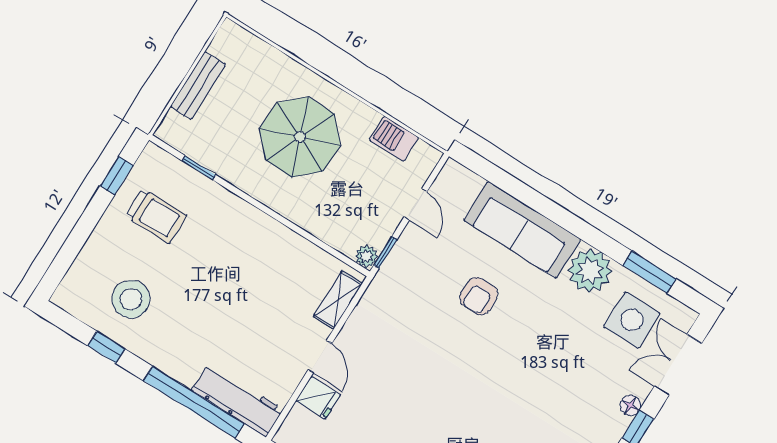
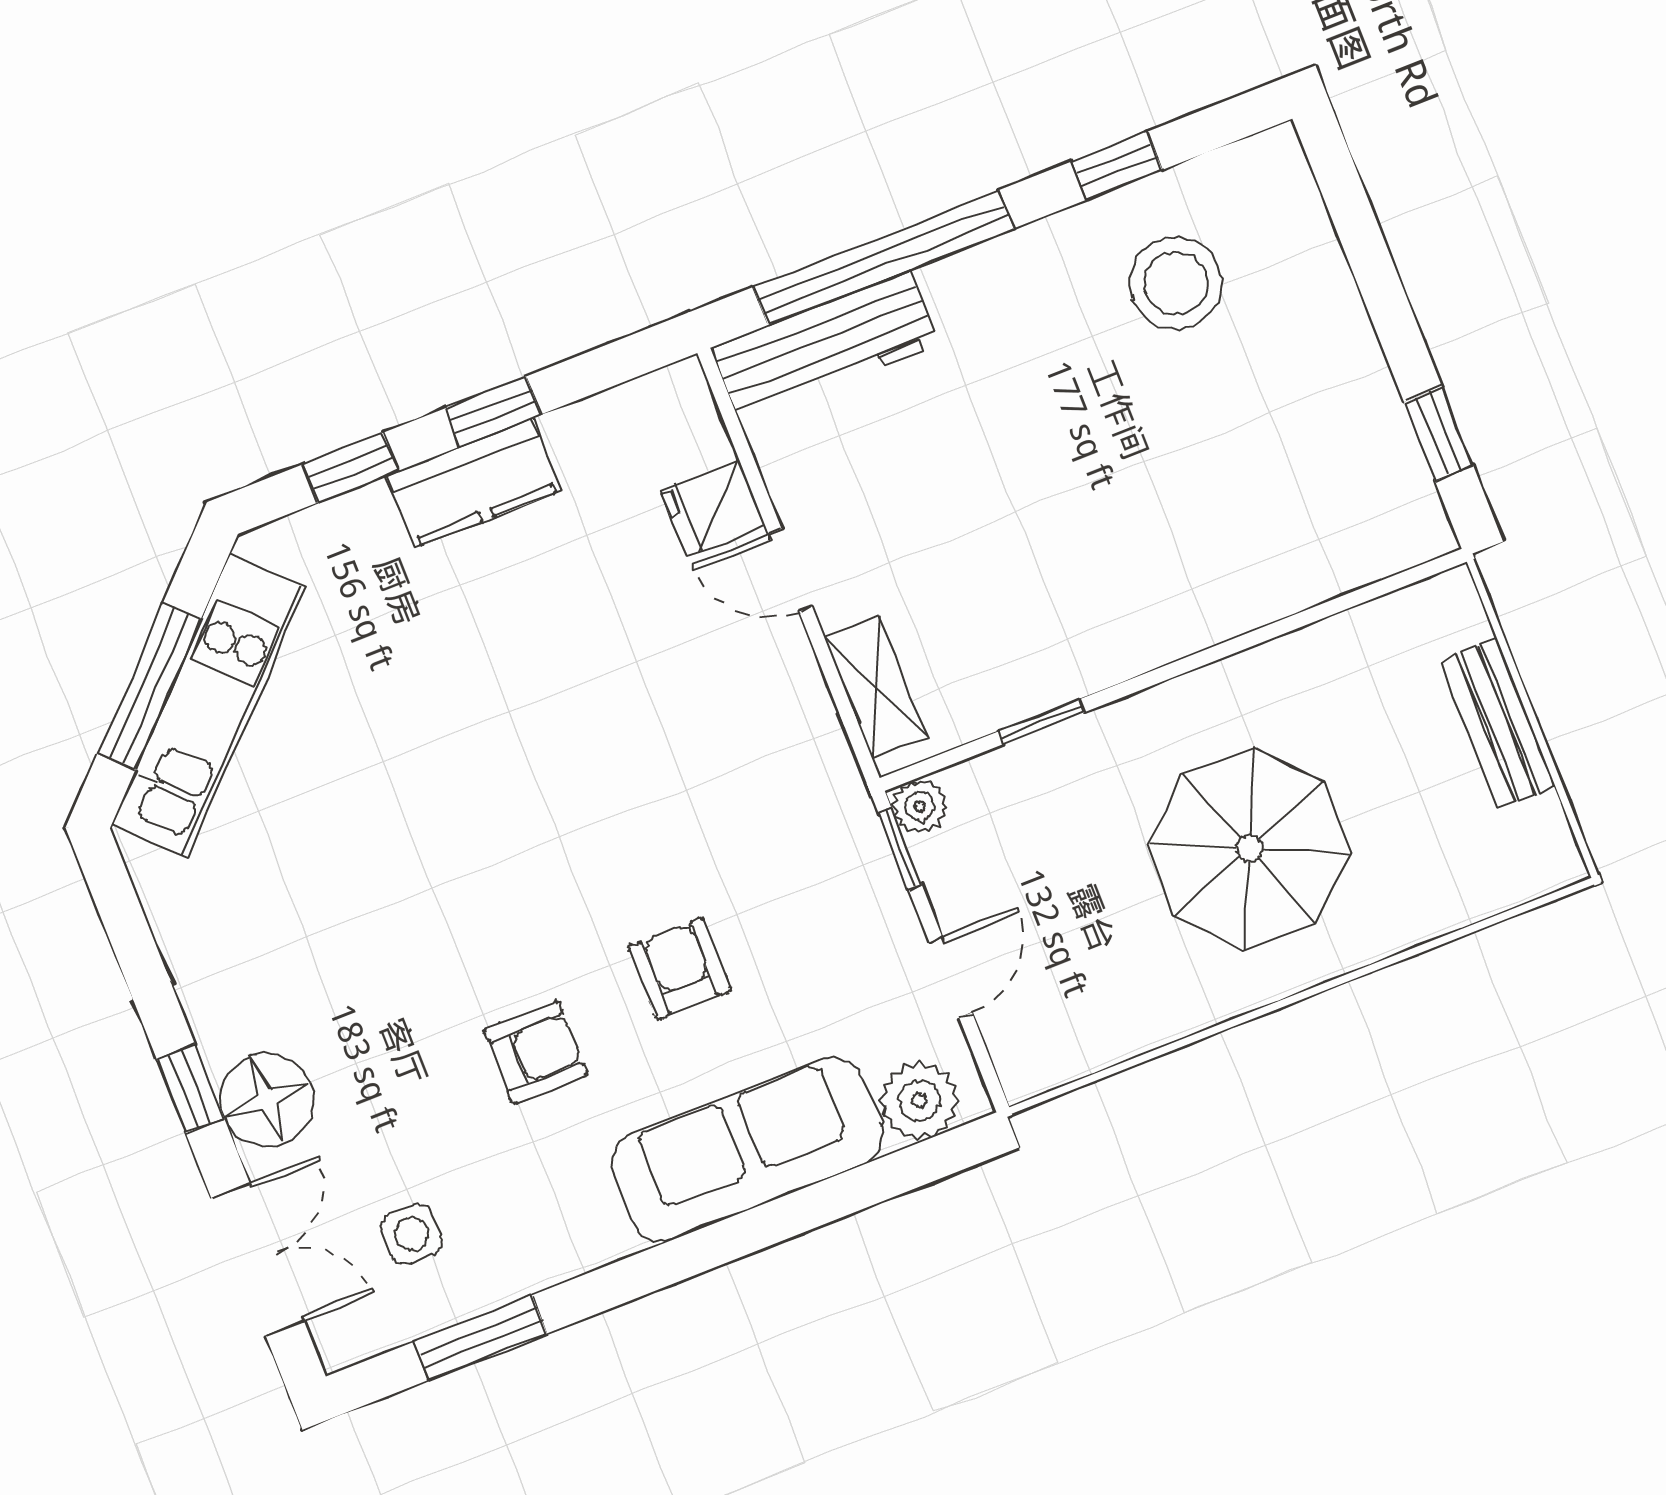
barbecue: (394, 139) -> (1110, 1030), removed
window: (199, 168) -> (1041, 722), moved
door: (416, 204) -> (951, 977), swing flipped
trolley: (156, 216) -> (1302, 453), removed
plant: (590, 271) -> (919, 1101), moved, width x0.73, depth x0.73
side table: (632, 320) -> (412, 1234), width x0.54, depth x0.54
armchair: (542, 323) -> (535, 1052), added
floor lamp: (630, 405) -> (267, 1100), width x1.89, depth x1.89

